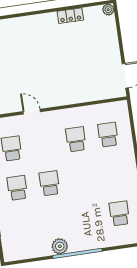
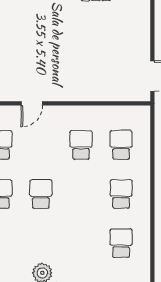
door: (32, 112) -> (32, 103), swing flipped
school desk: (114, 174) -> (121, 194), added

